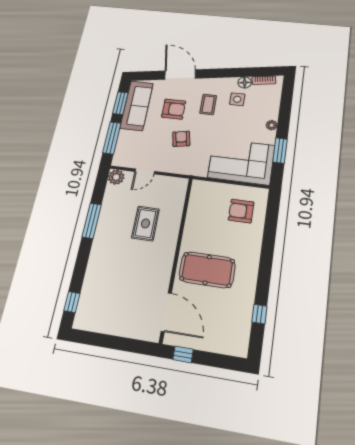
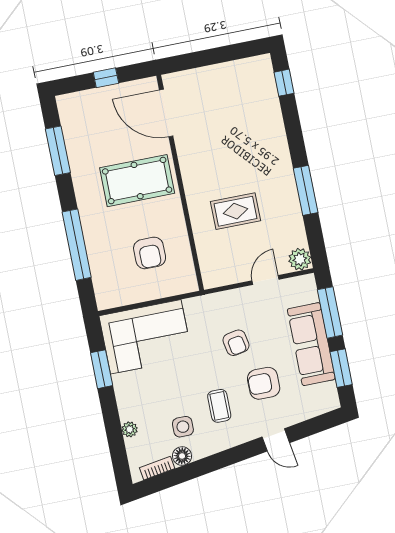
door: (180, 75) -> (276, 440), width x0.53
sofa: (137, 106) -> (311, 344), moved
plant: (272, 125) -> (130, 429), moved
armchair: (241, 211) -> (150, 253), moved, turned 90
rug: (145, 223) -> (236, 211), turned 90
window: (269, 239) -> (77, 245), added
window: (259, 314) -> (58, 151), width x2.17
window: (183, 354) -> (106, 78), moved

